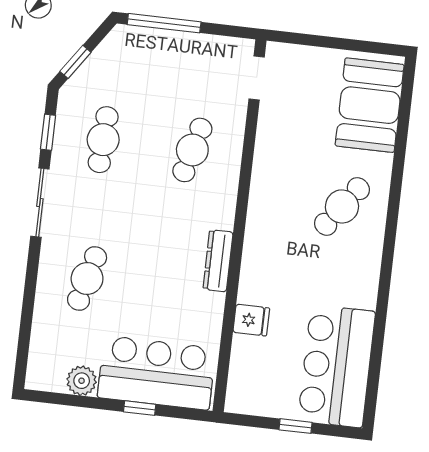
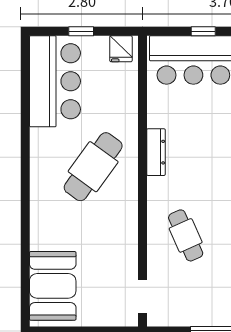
cafe table: (192, 150) -> (186, 235), turned -39
cafe table: (342, 206) -> (93, 167), moved, width x1.37, depth x1.35
fridge: (251, 320) -> (121, 49), moved, turned -90

